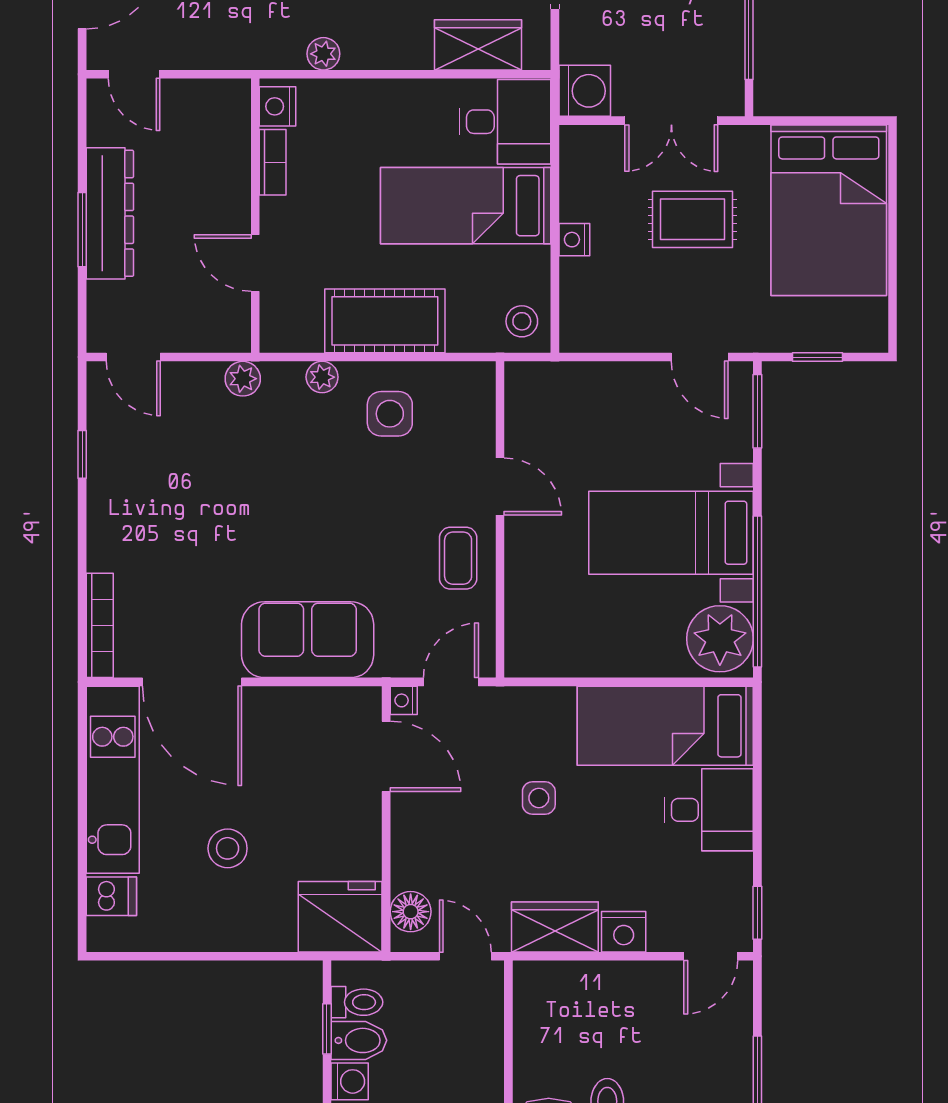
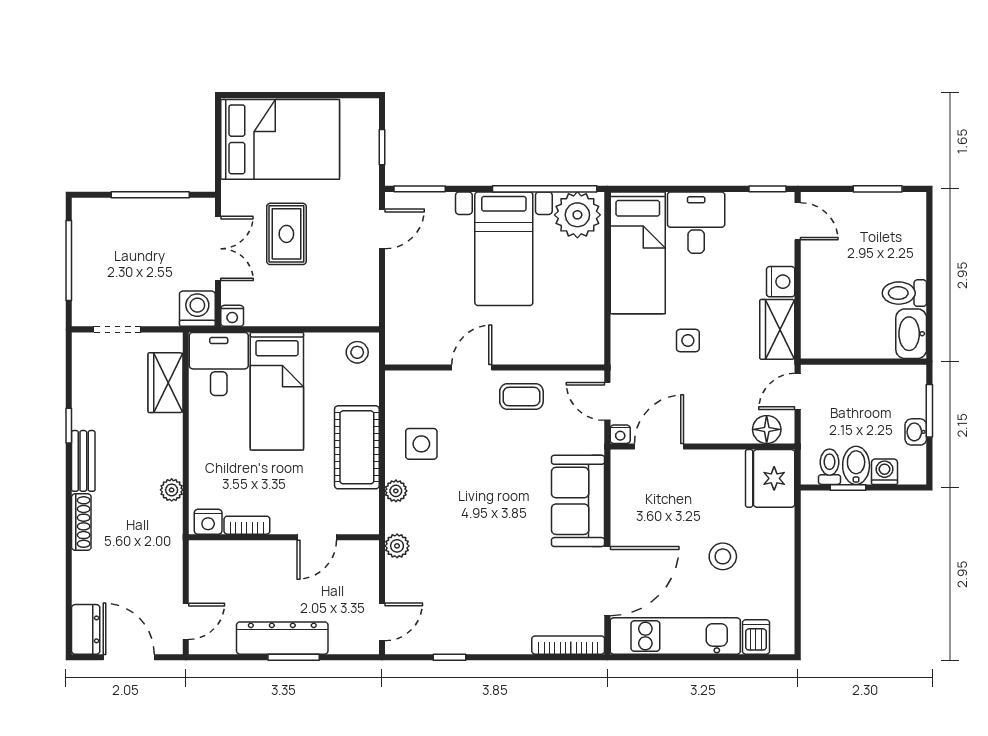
nightstand: (574, 240) -> (232, 316), moved

